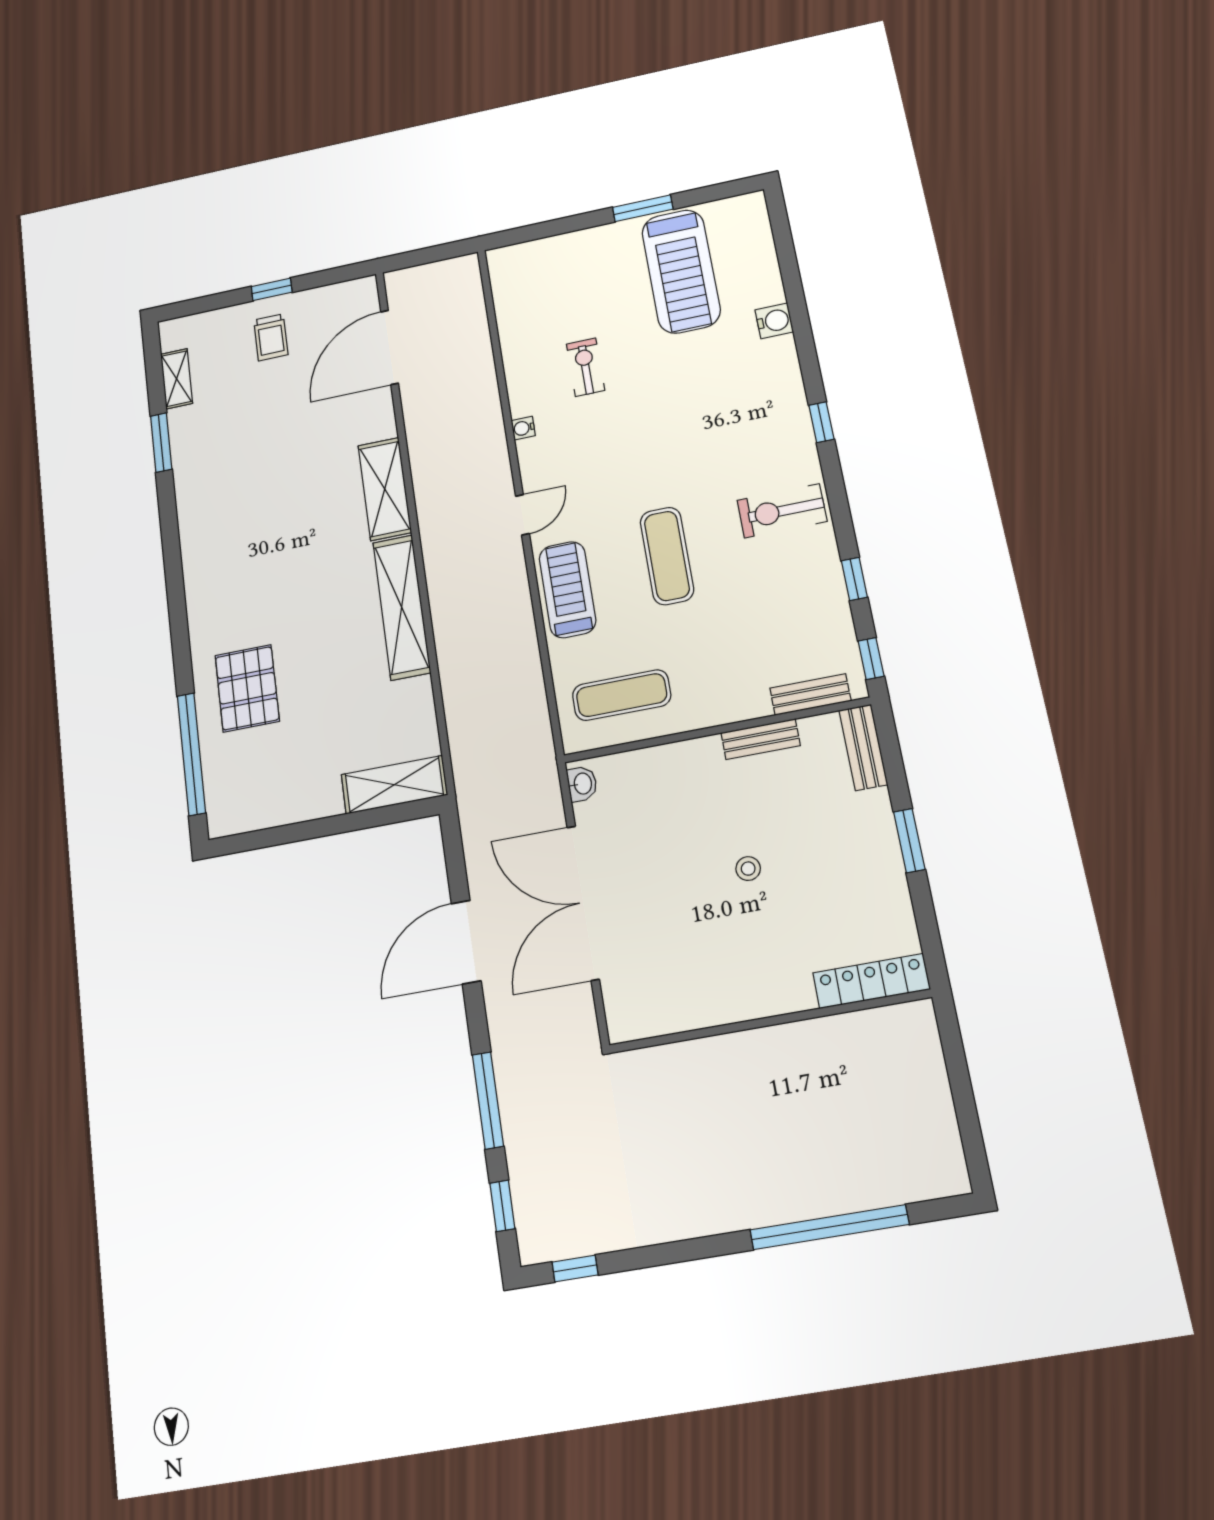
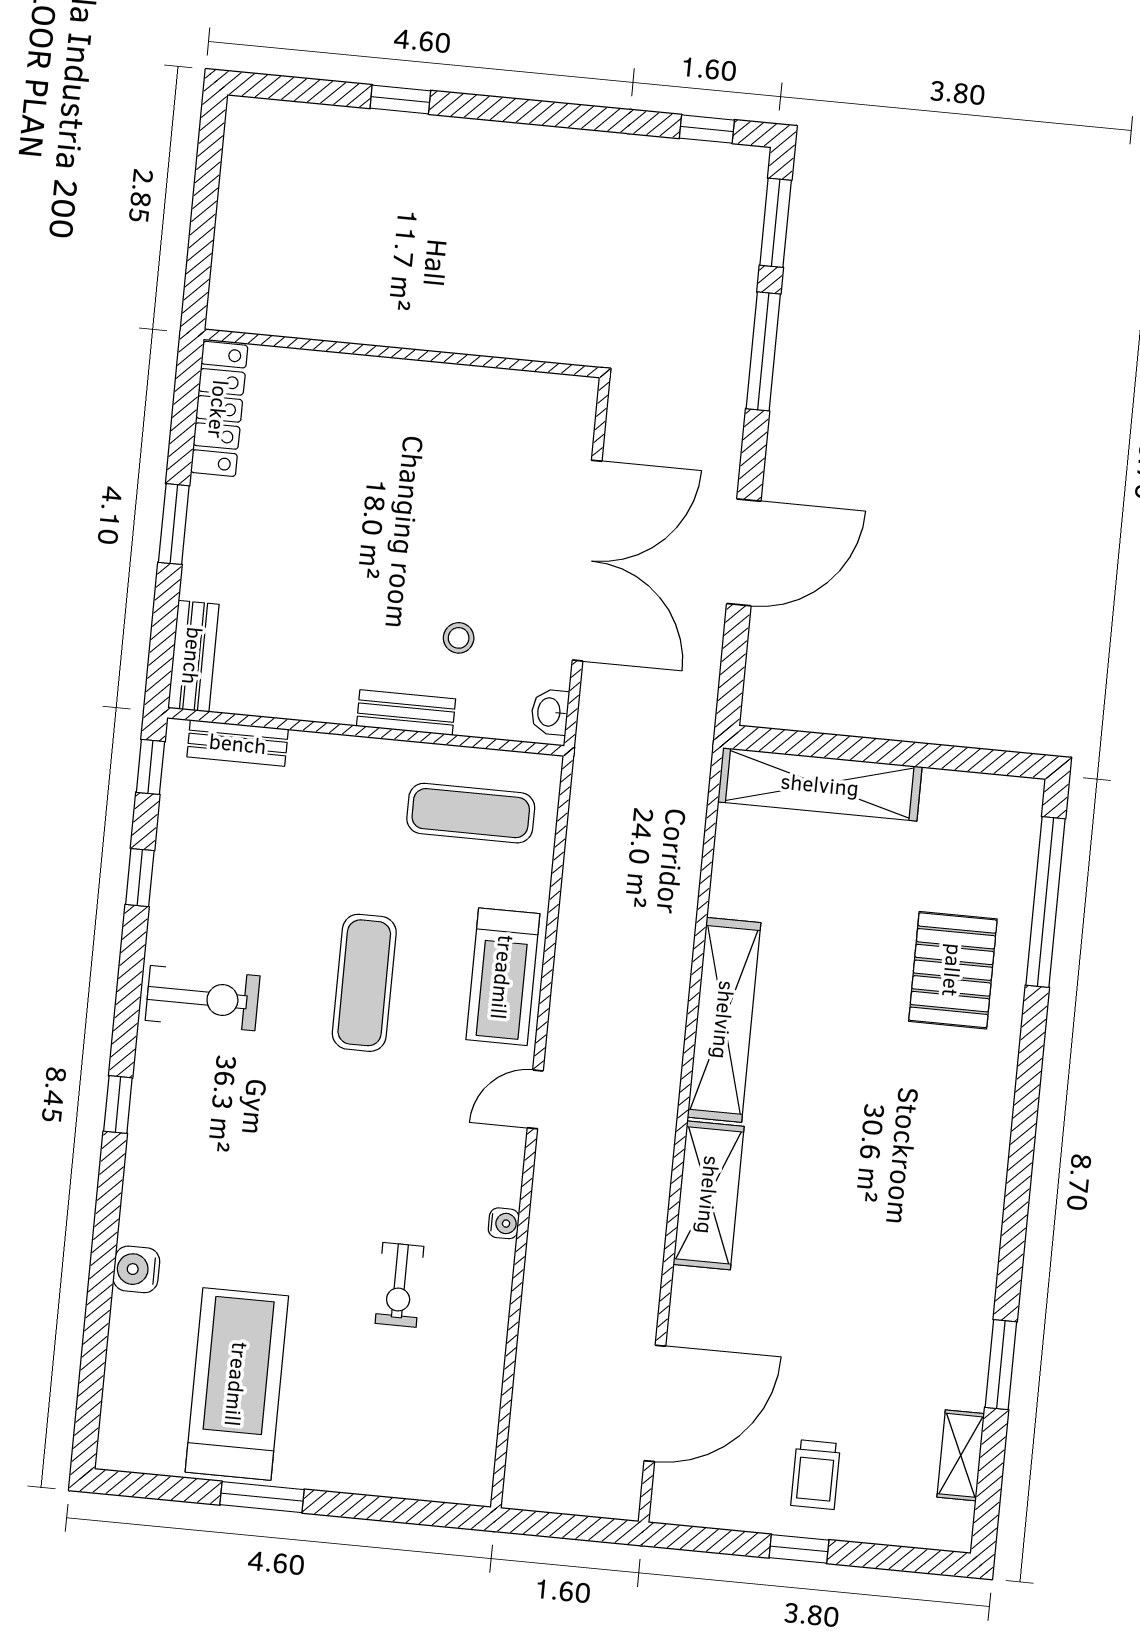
trolley: (271, 337) -> (816, 1475), turned 180
bench: (761, 739) -> (406, 713), moved
shelving: (394, 785) -> (820, 784), width x1.47
stool: (748, 869) -> (459, 638), moved
locker: (871, 981) -> (219, 409), moved, turned -90
window: (502, 1206) -> (776, 223), width x1.50
window: (829, 1227) -> (400, 100), width x0.32

